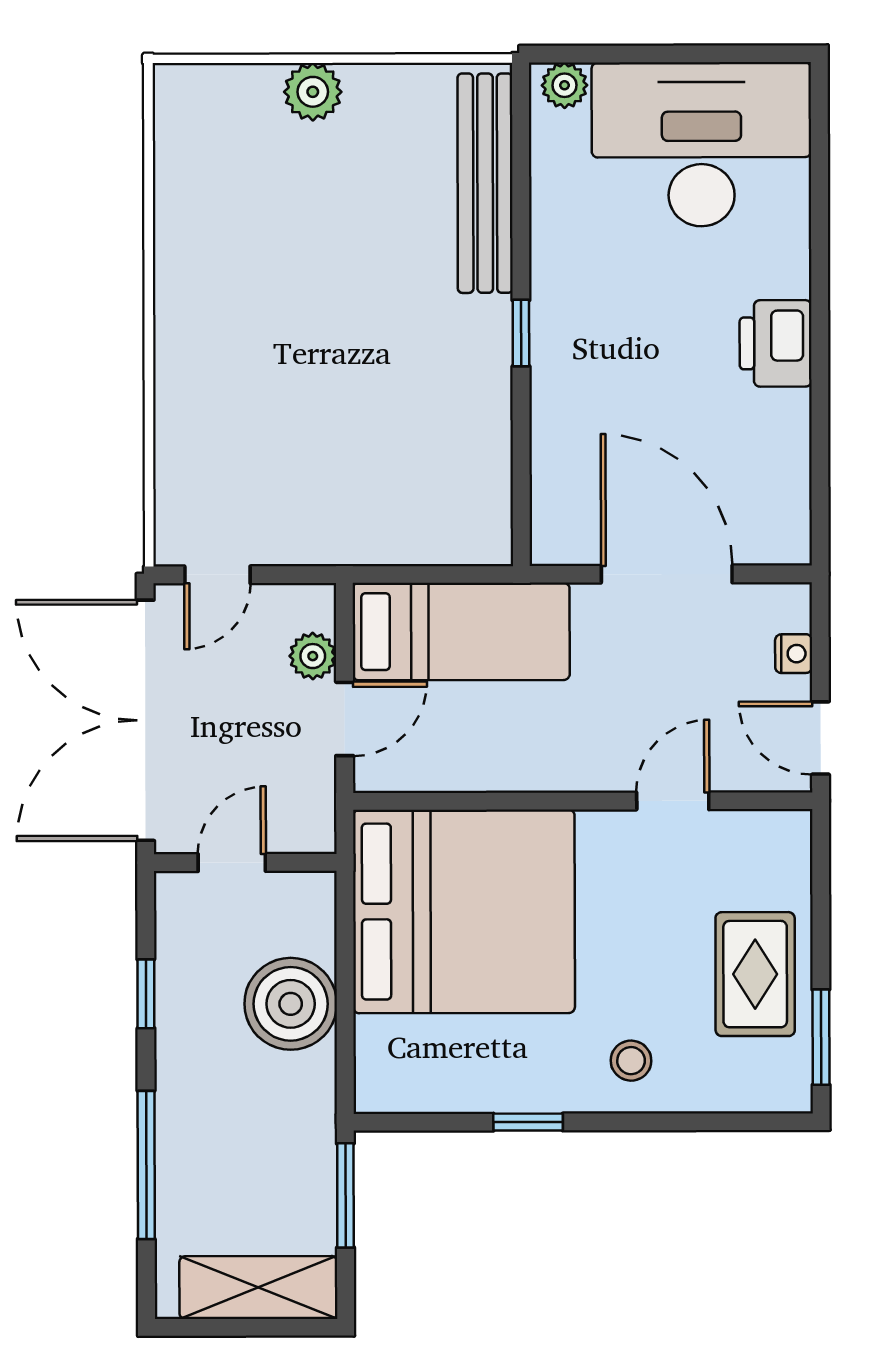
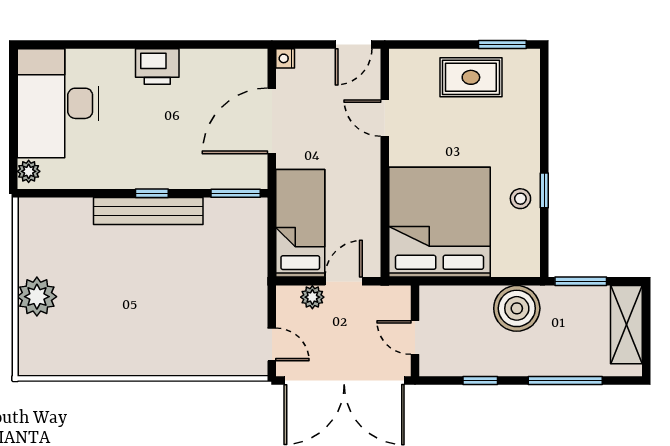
plant: (313, 92) -> (37, 297), width x1.36, depth x1.36
bench: (485, 183) -> (148, 211), moved
window: (521, 501) -> (236, 193), added
nightstand: (794, 654) -> (285, 58), moved, turned -90
door: (345, 719) -> (344, 281), hinge flipped
boiler: (291, 1004) -> (517, 308), moved
stool: (631, 1061) -> (520, 199), moved

